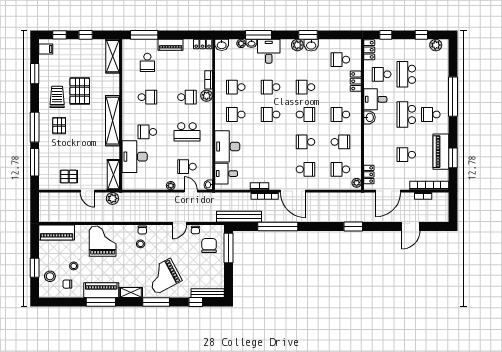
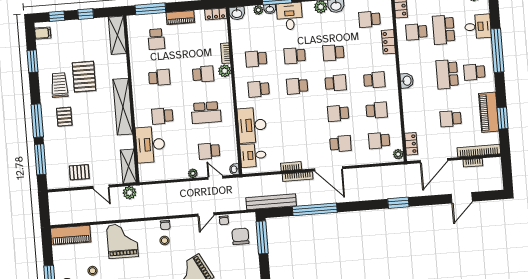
desk: (375, 99) -> (478, 26), moved, turned 180
school desk: (340, 114) -> (374, 80), turned 180

